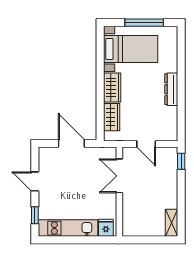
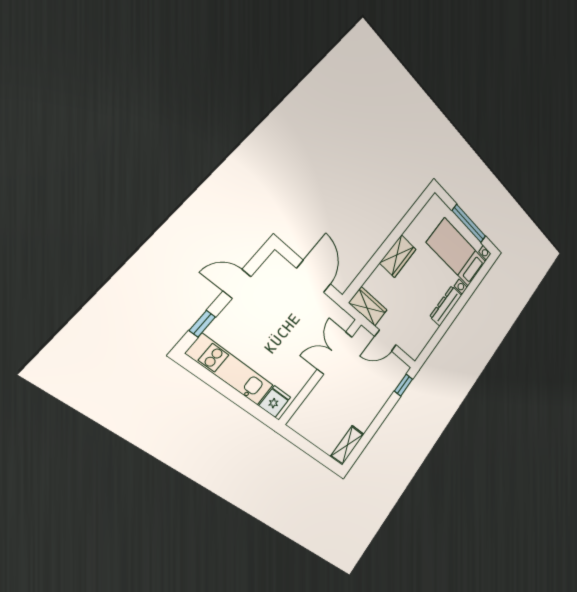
bed with nightstands: (131, 49) -> (457, 252), moved, turned 180
wardrobe: (112, 117) -> (368, 307), moved, turned -90
door: (146, 144) -> (385, 341), hinge flipped
door: (35, 181) -> (237, 284), hinge flipped

